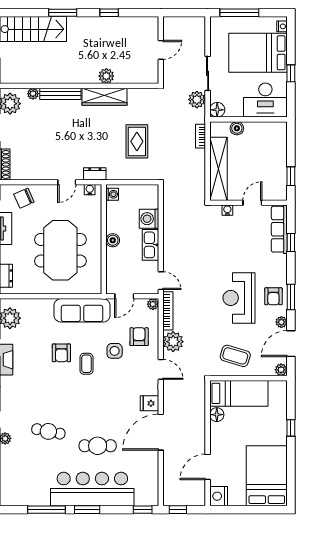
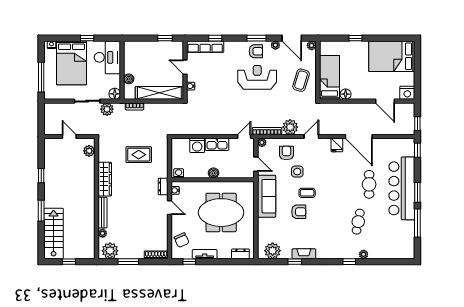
plant: (106, 76) -> (89, 151), moved
reception desk: (239, 298) -> (257, 77), turned 180
armchair: (139, 337) -> (286, 153), turned 90

